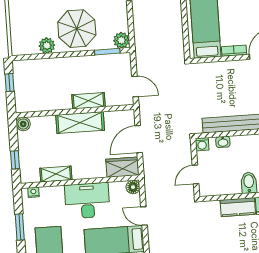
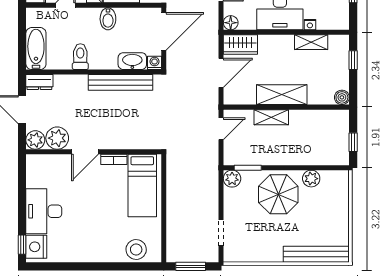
door: (135, 86) -> (221, 129), swing flipped
washbasin: (223, 142) -> (132, 61), width x1.91, depth x1.45
door: (195, 174) -> (164, 31), width x1.88
nightstand: (33, 192) -> (310, 25), moved

